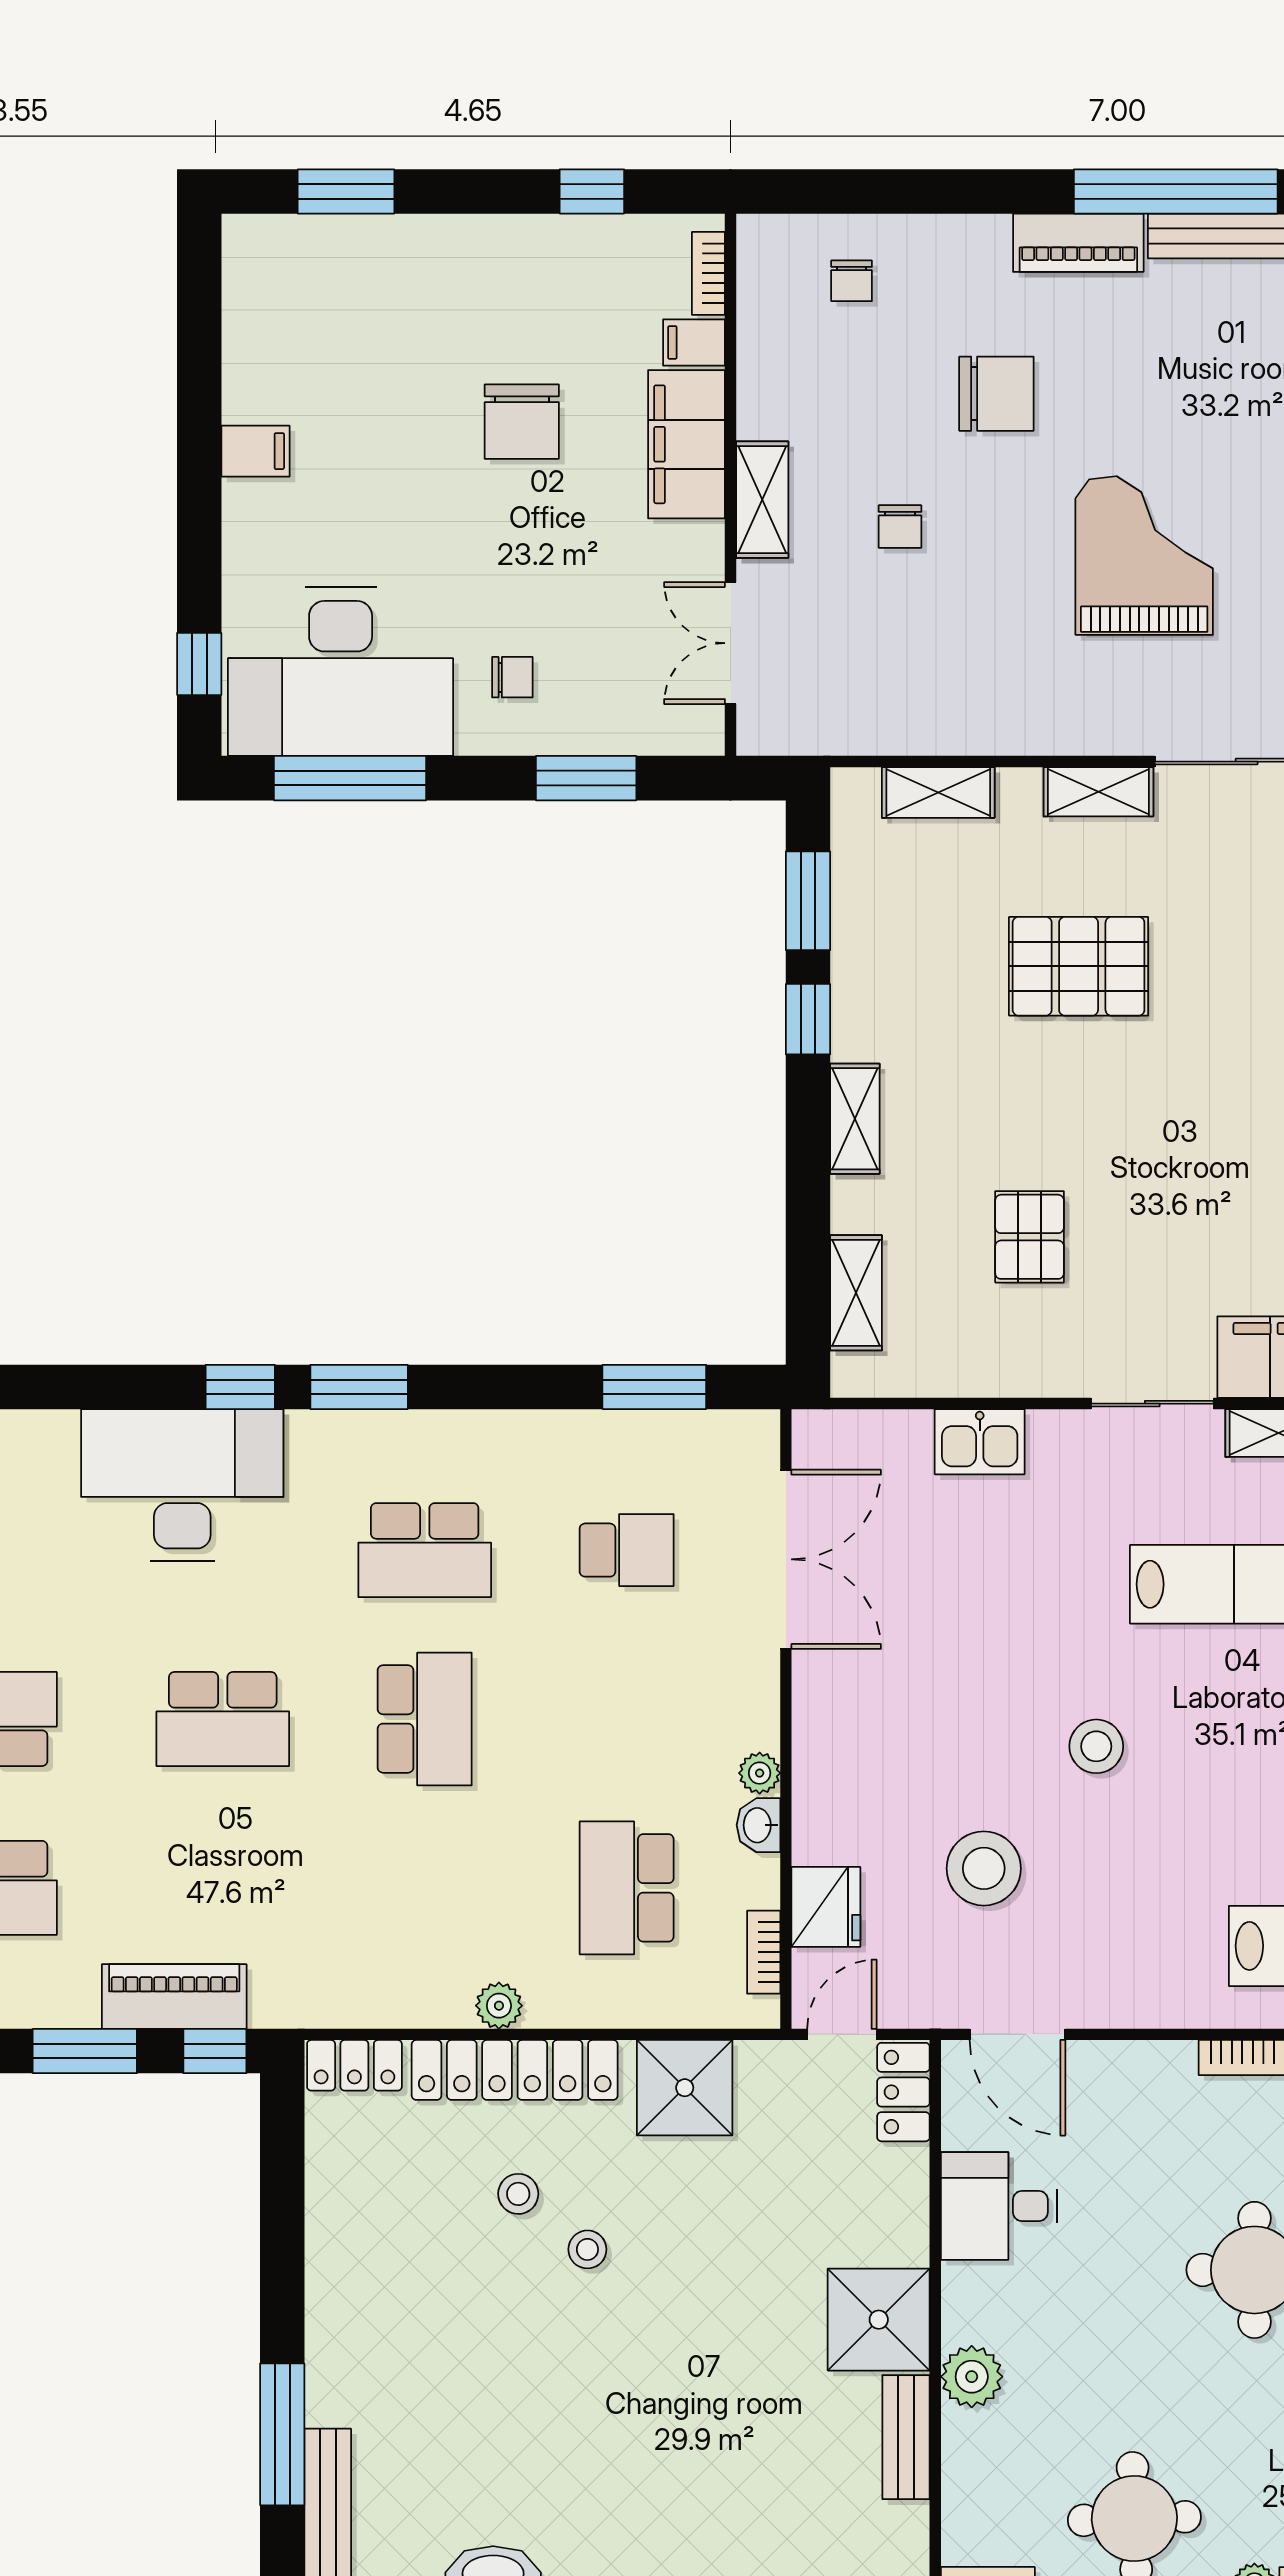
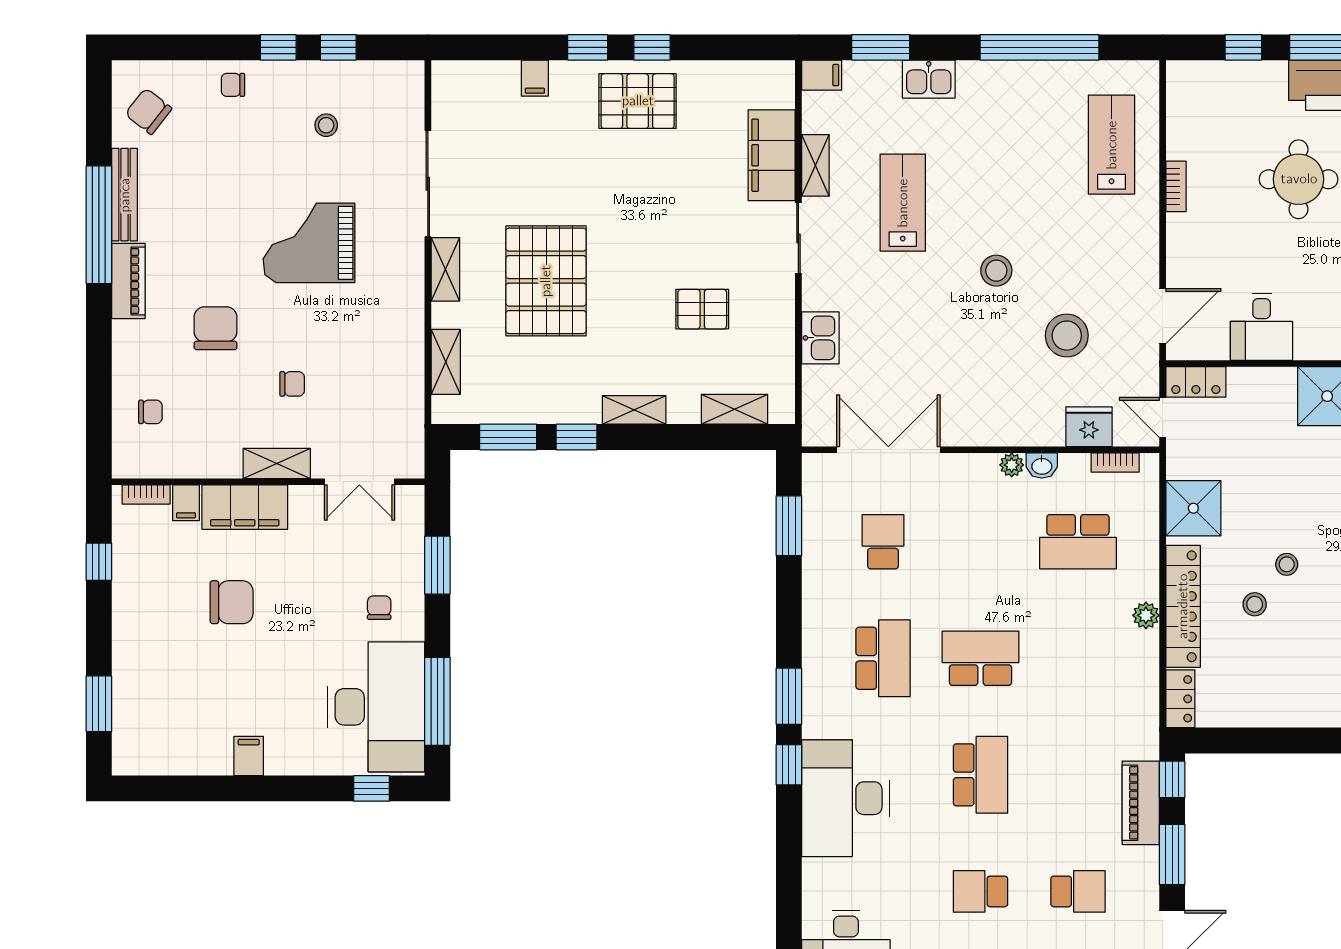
pallet: (1079, 966) -> (546, 281), width x1.37, depth x1.41

